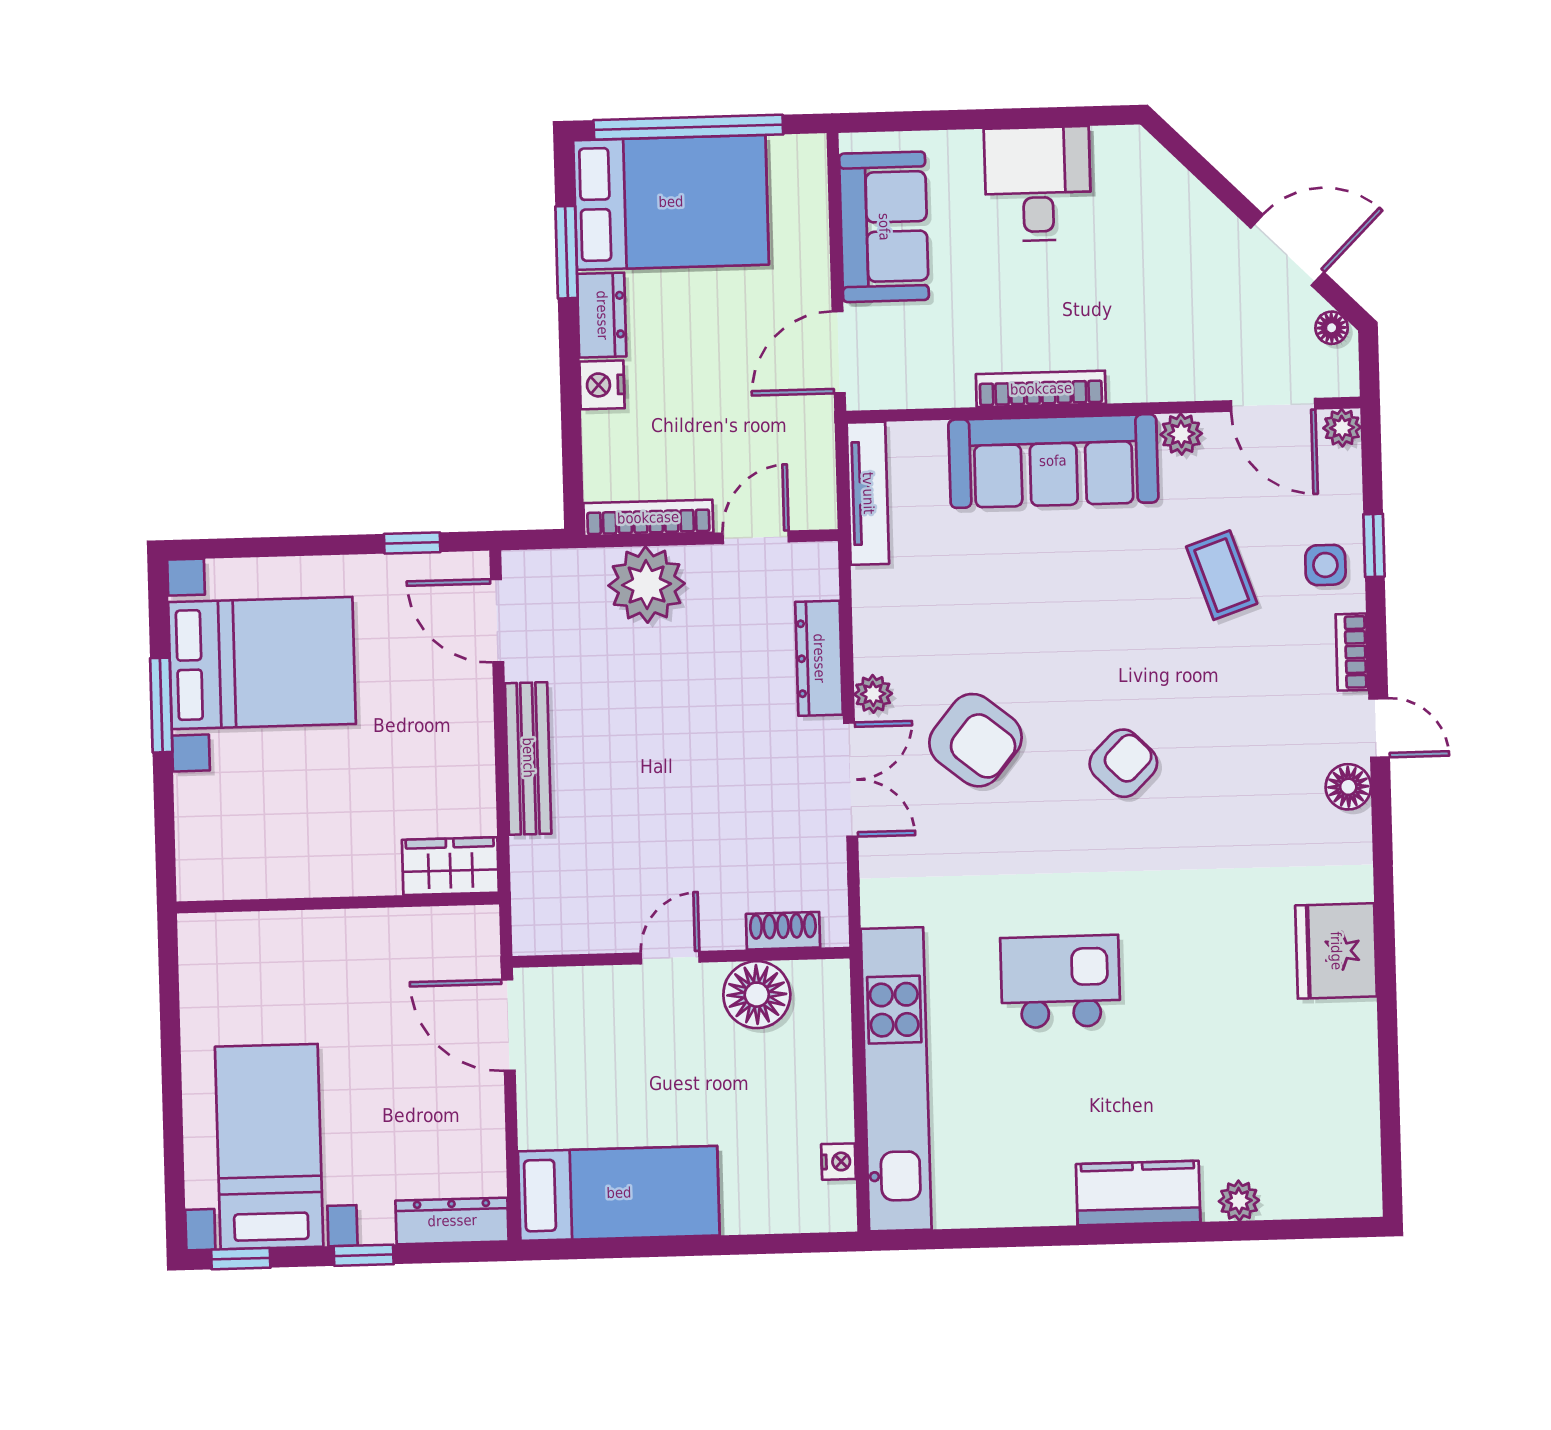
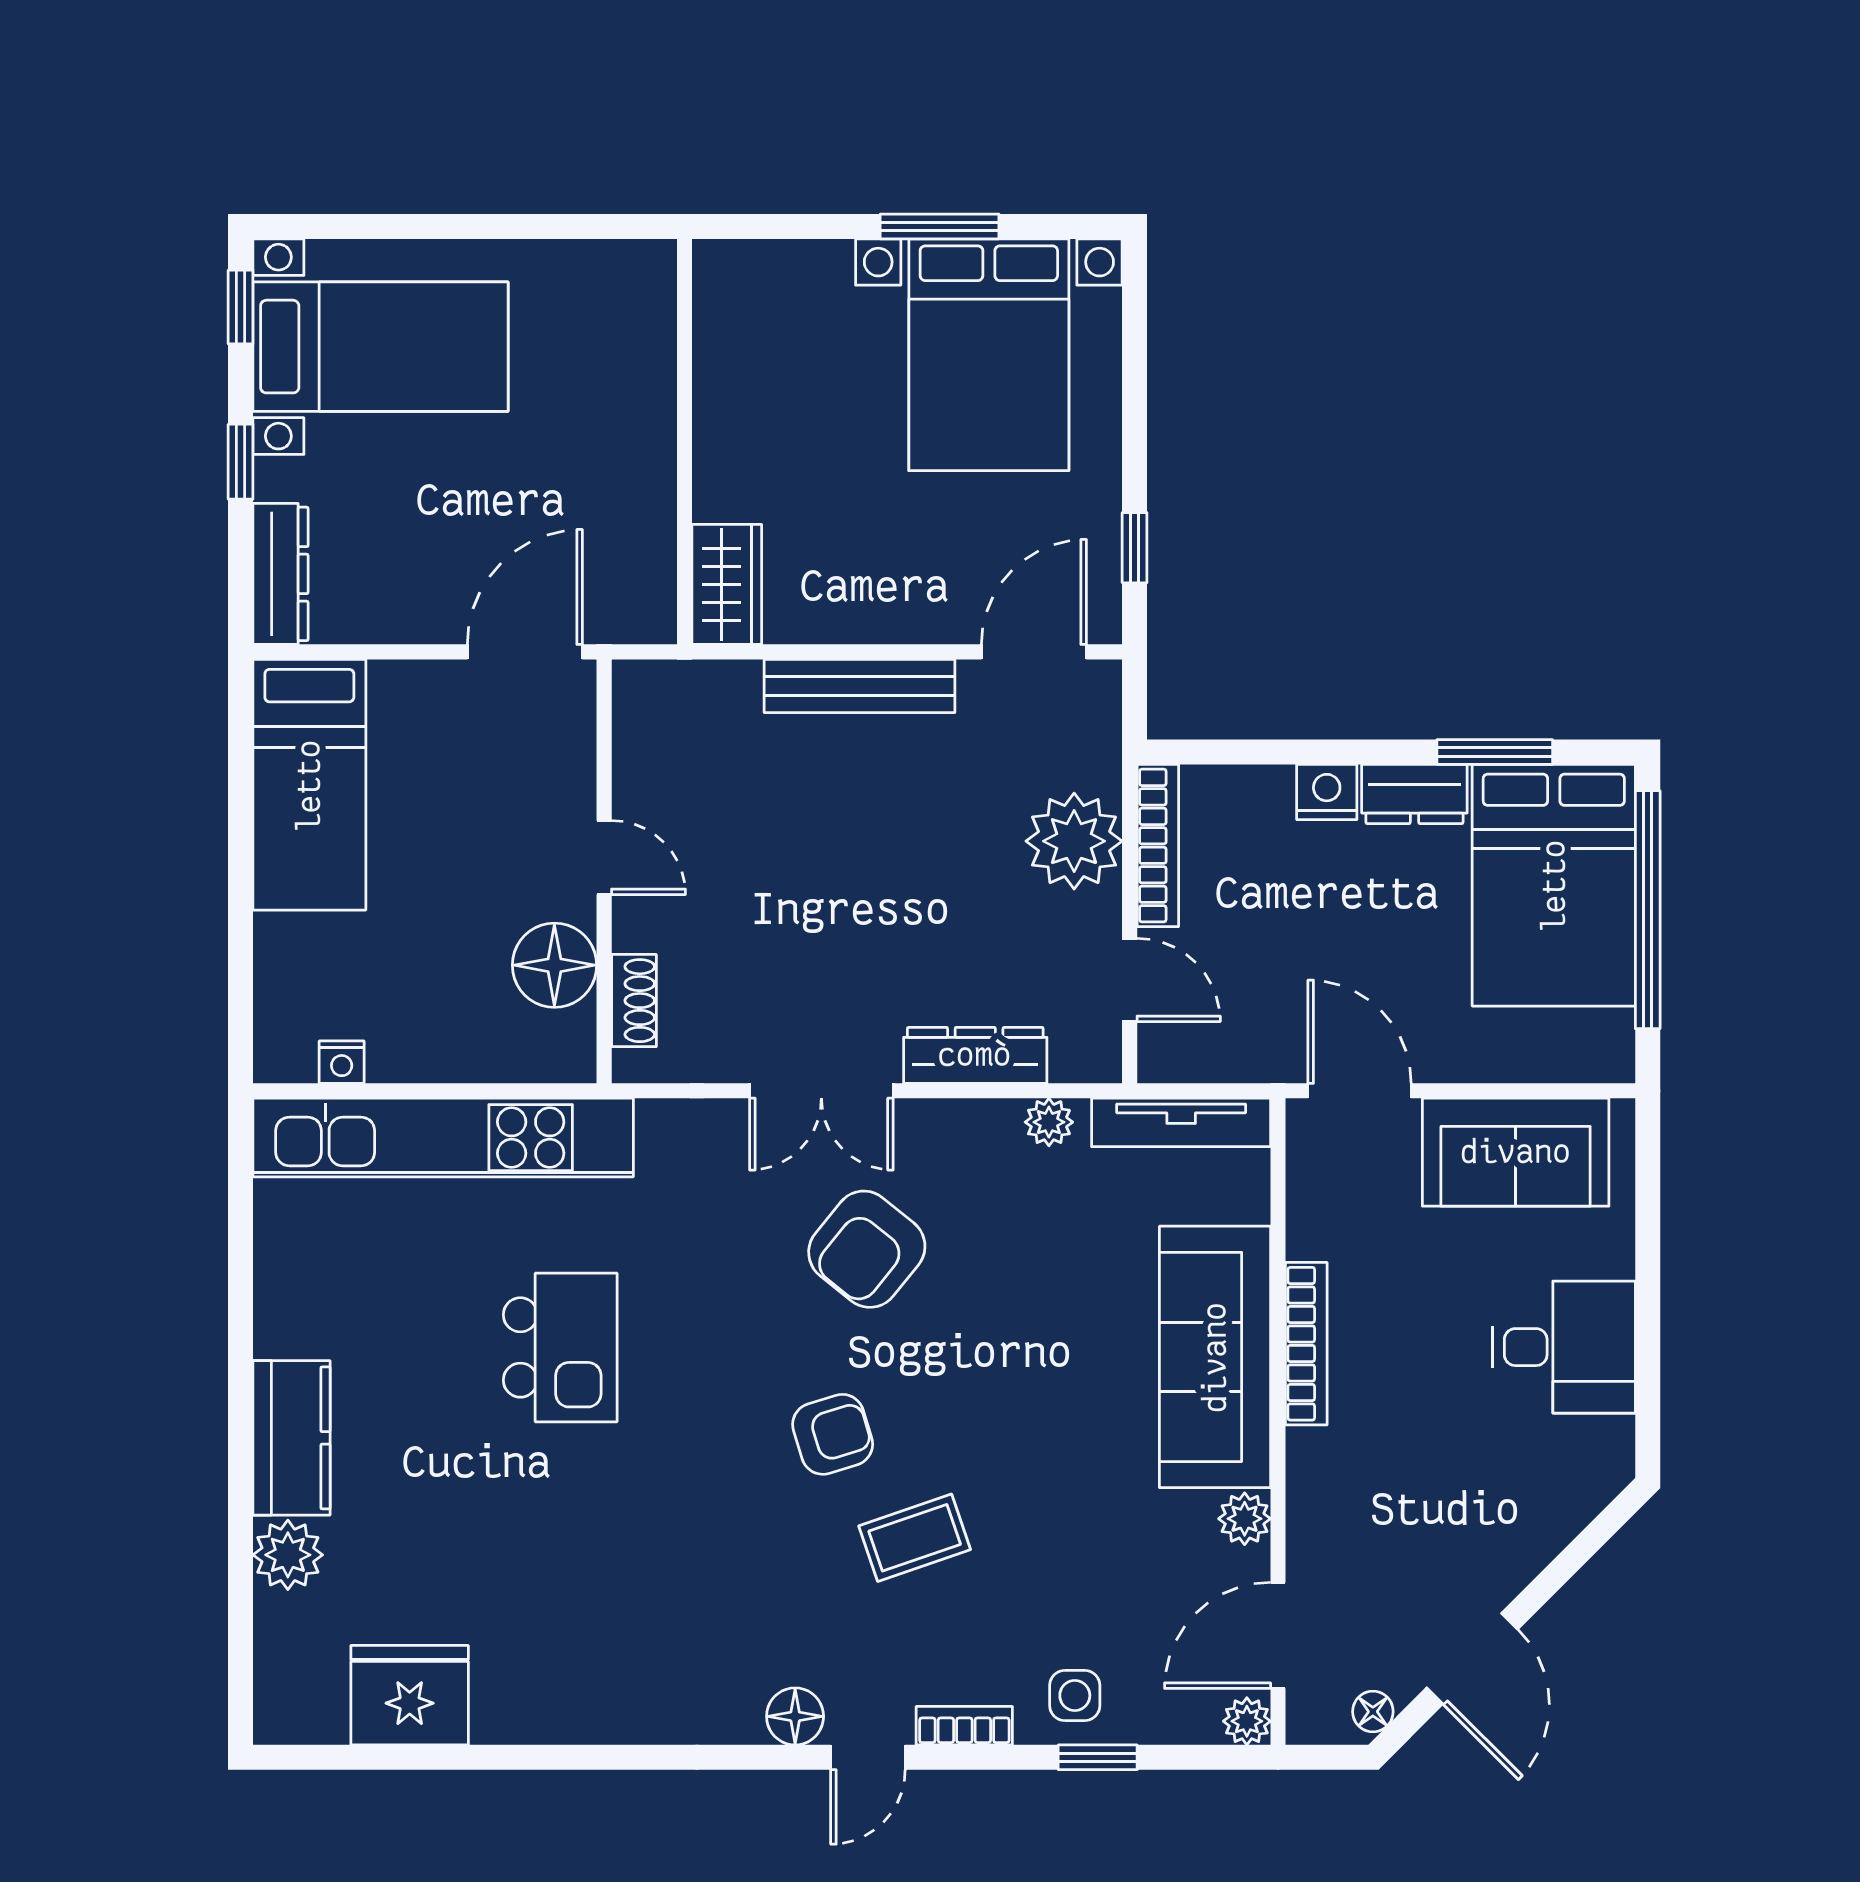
coffee table: (1222, 575) -> (915, 1538), moved
plant: (873, 694) -> (1049, 1122), moved
armchair: (1123, 763) -> (833, 1434), turned -62
fridge: (1336, 951) -> (410, 1695), moved
plant: (1239, 1201) -> (288, 1555), width x1.38, depth x1.38

